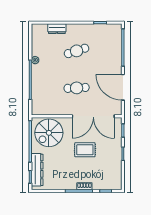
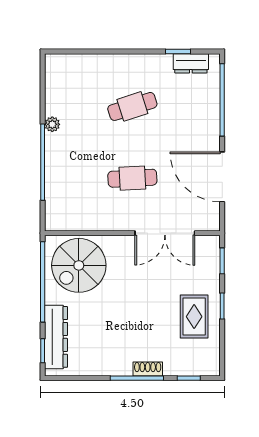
dresser: (57, 29) -> (191, 63), moved
double door: (93, 116) -> (165, 233), width x0.73
rug: (85, 150) -> (194, 317), moved, turned 90

